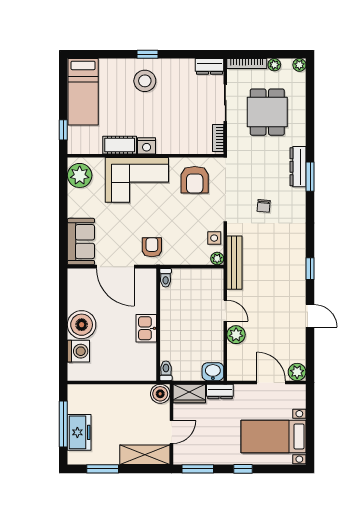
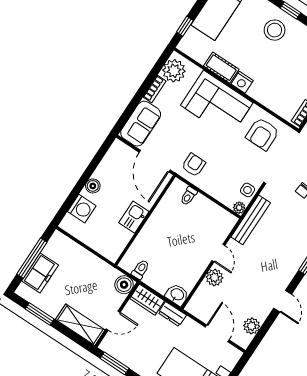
bookcase: (73, 203) -> (154, 89), added
boiler: (82, 325) -> (93, 186), width x0.54, depth x0.54
wall: (158, 325) -> (145, 220), moved
kitchen sink: (146, 328) -> (134, 217), moved
plant: (297, 372) -> (252, 326), moved

